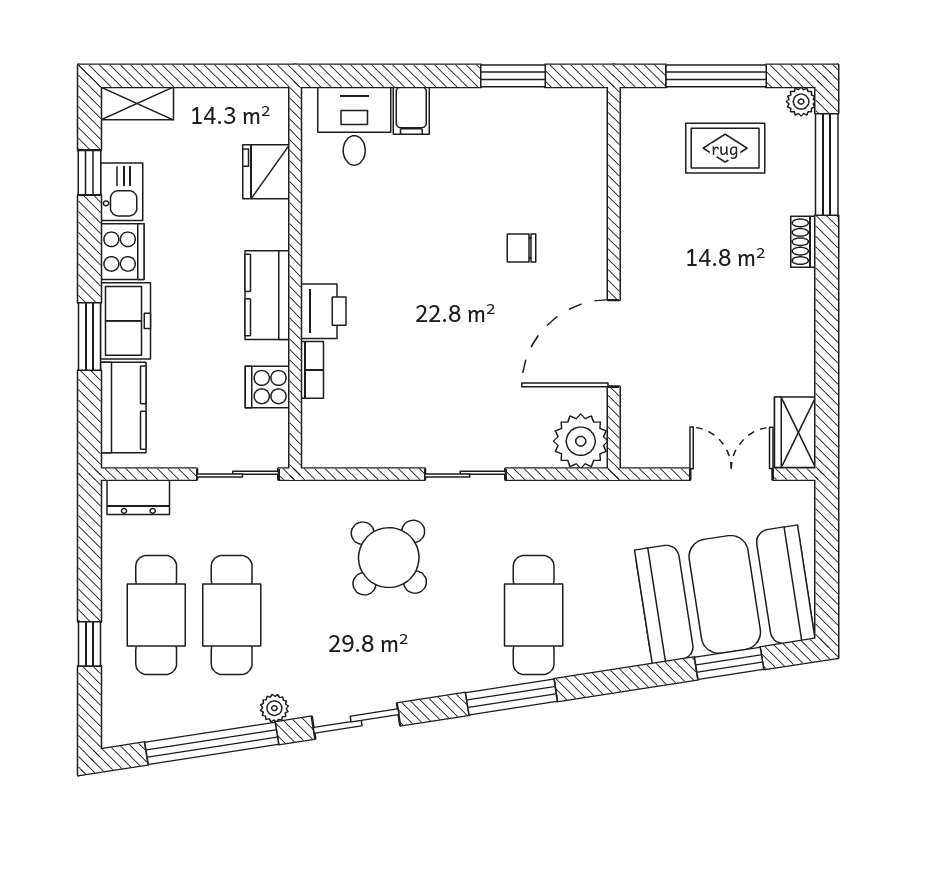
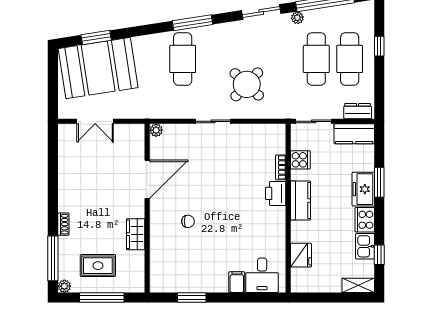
kitchen counter: (123, 408) -> (354, 134), moved, turned -90
wardrobe: (795, 432) -> (136, 234), moved, turned 180
plant: (581, 441) -> (156, 130), width x0.53, depth x0.53

